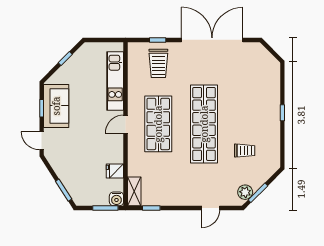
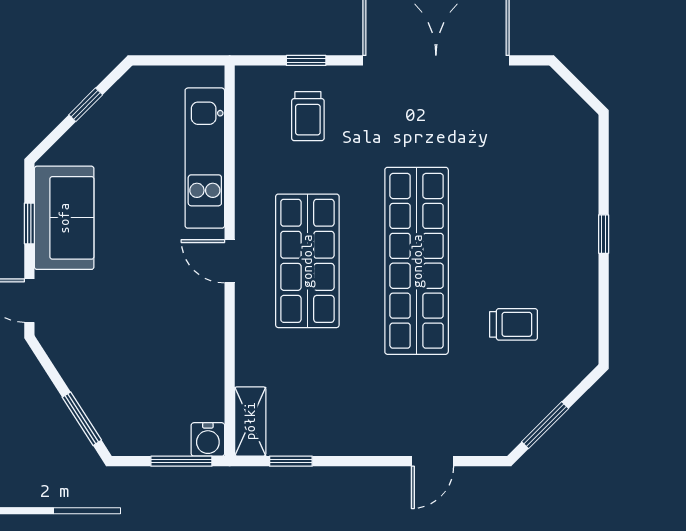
trolley: (158, 63) -> (308, 116), width x0.73, depth x0.72
door: (126, 124) -> (230, 261), hinge flipped
fridge: (115, 171) -> (204, 373), removed
plant: (245, 192) -> (515, 424), removed

